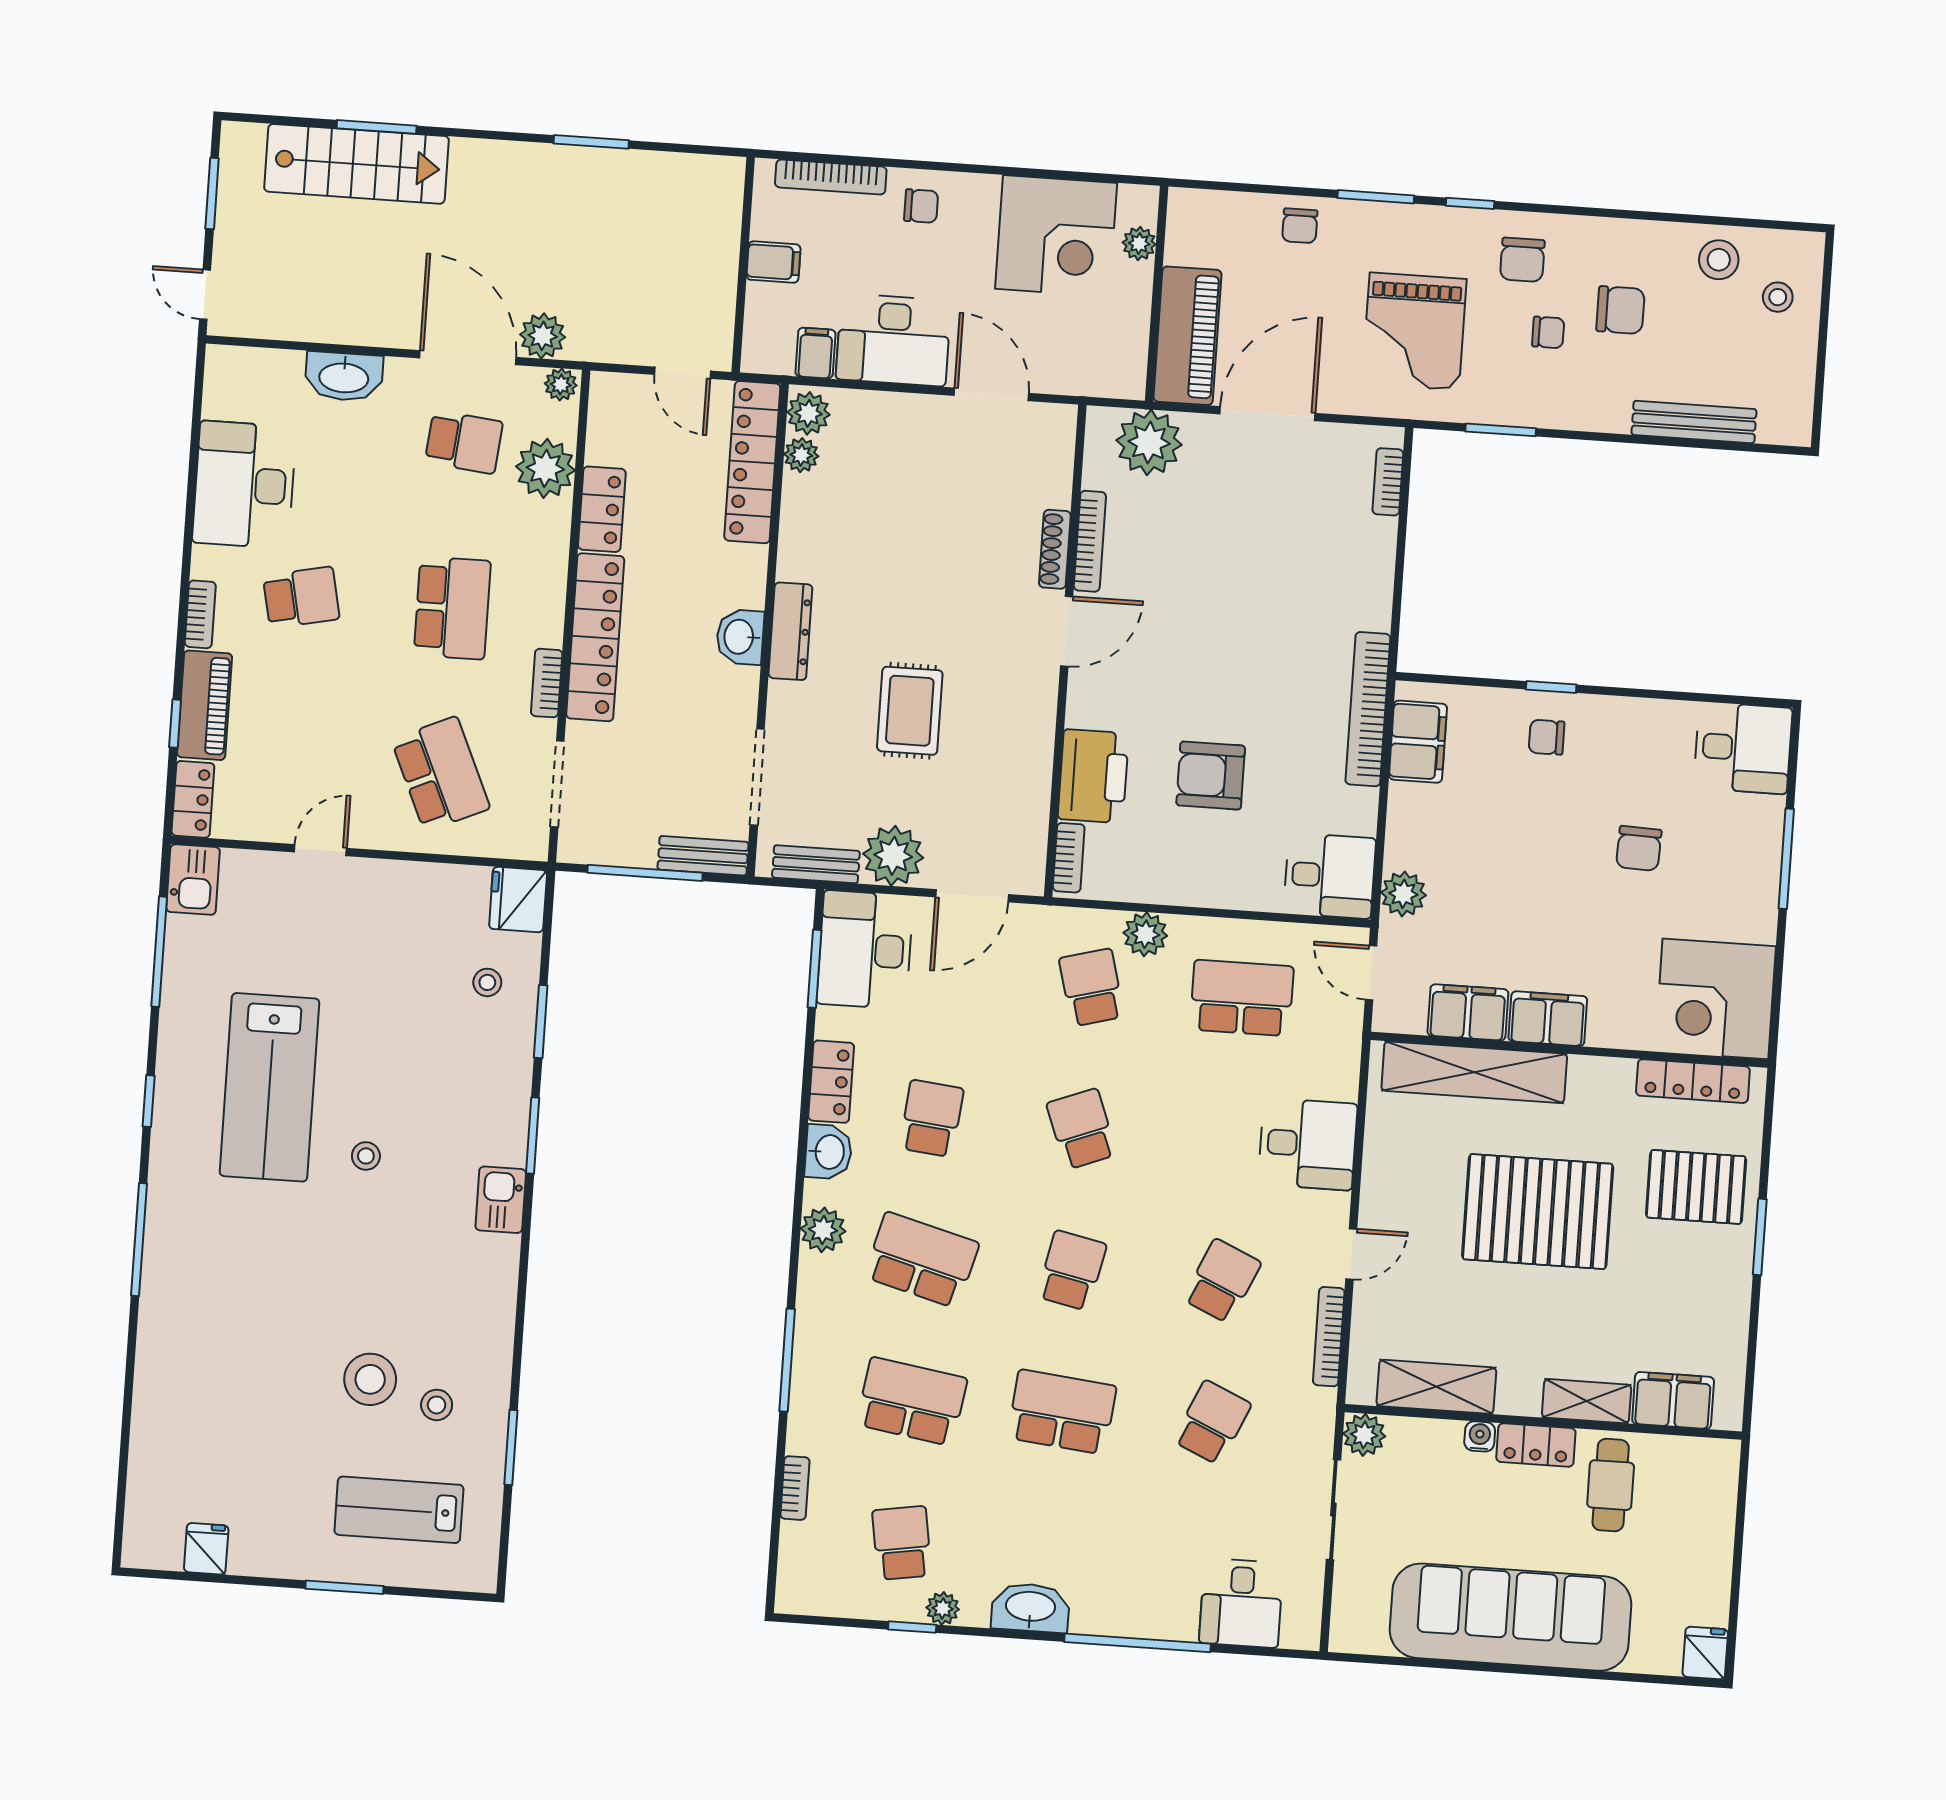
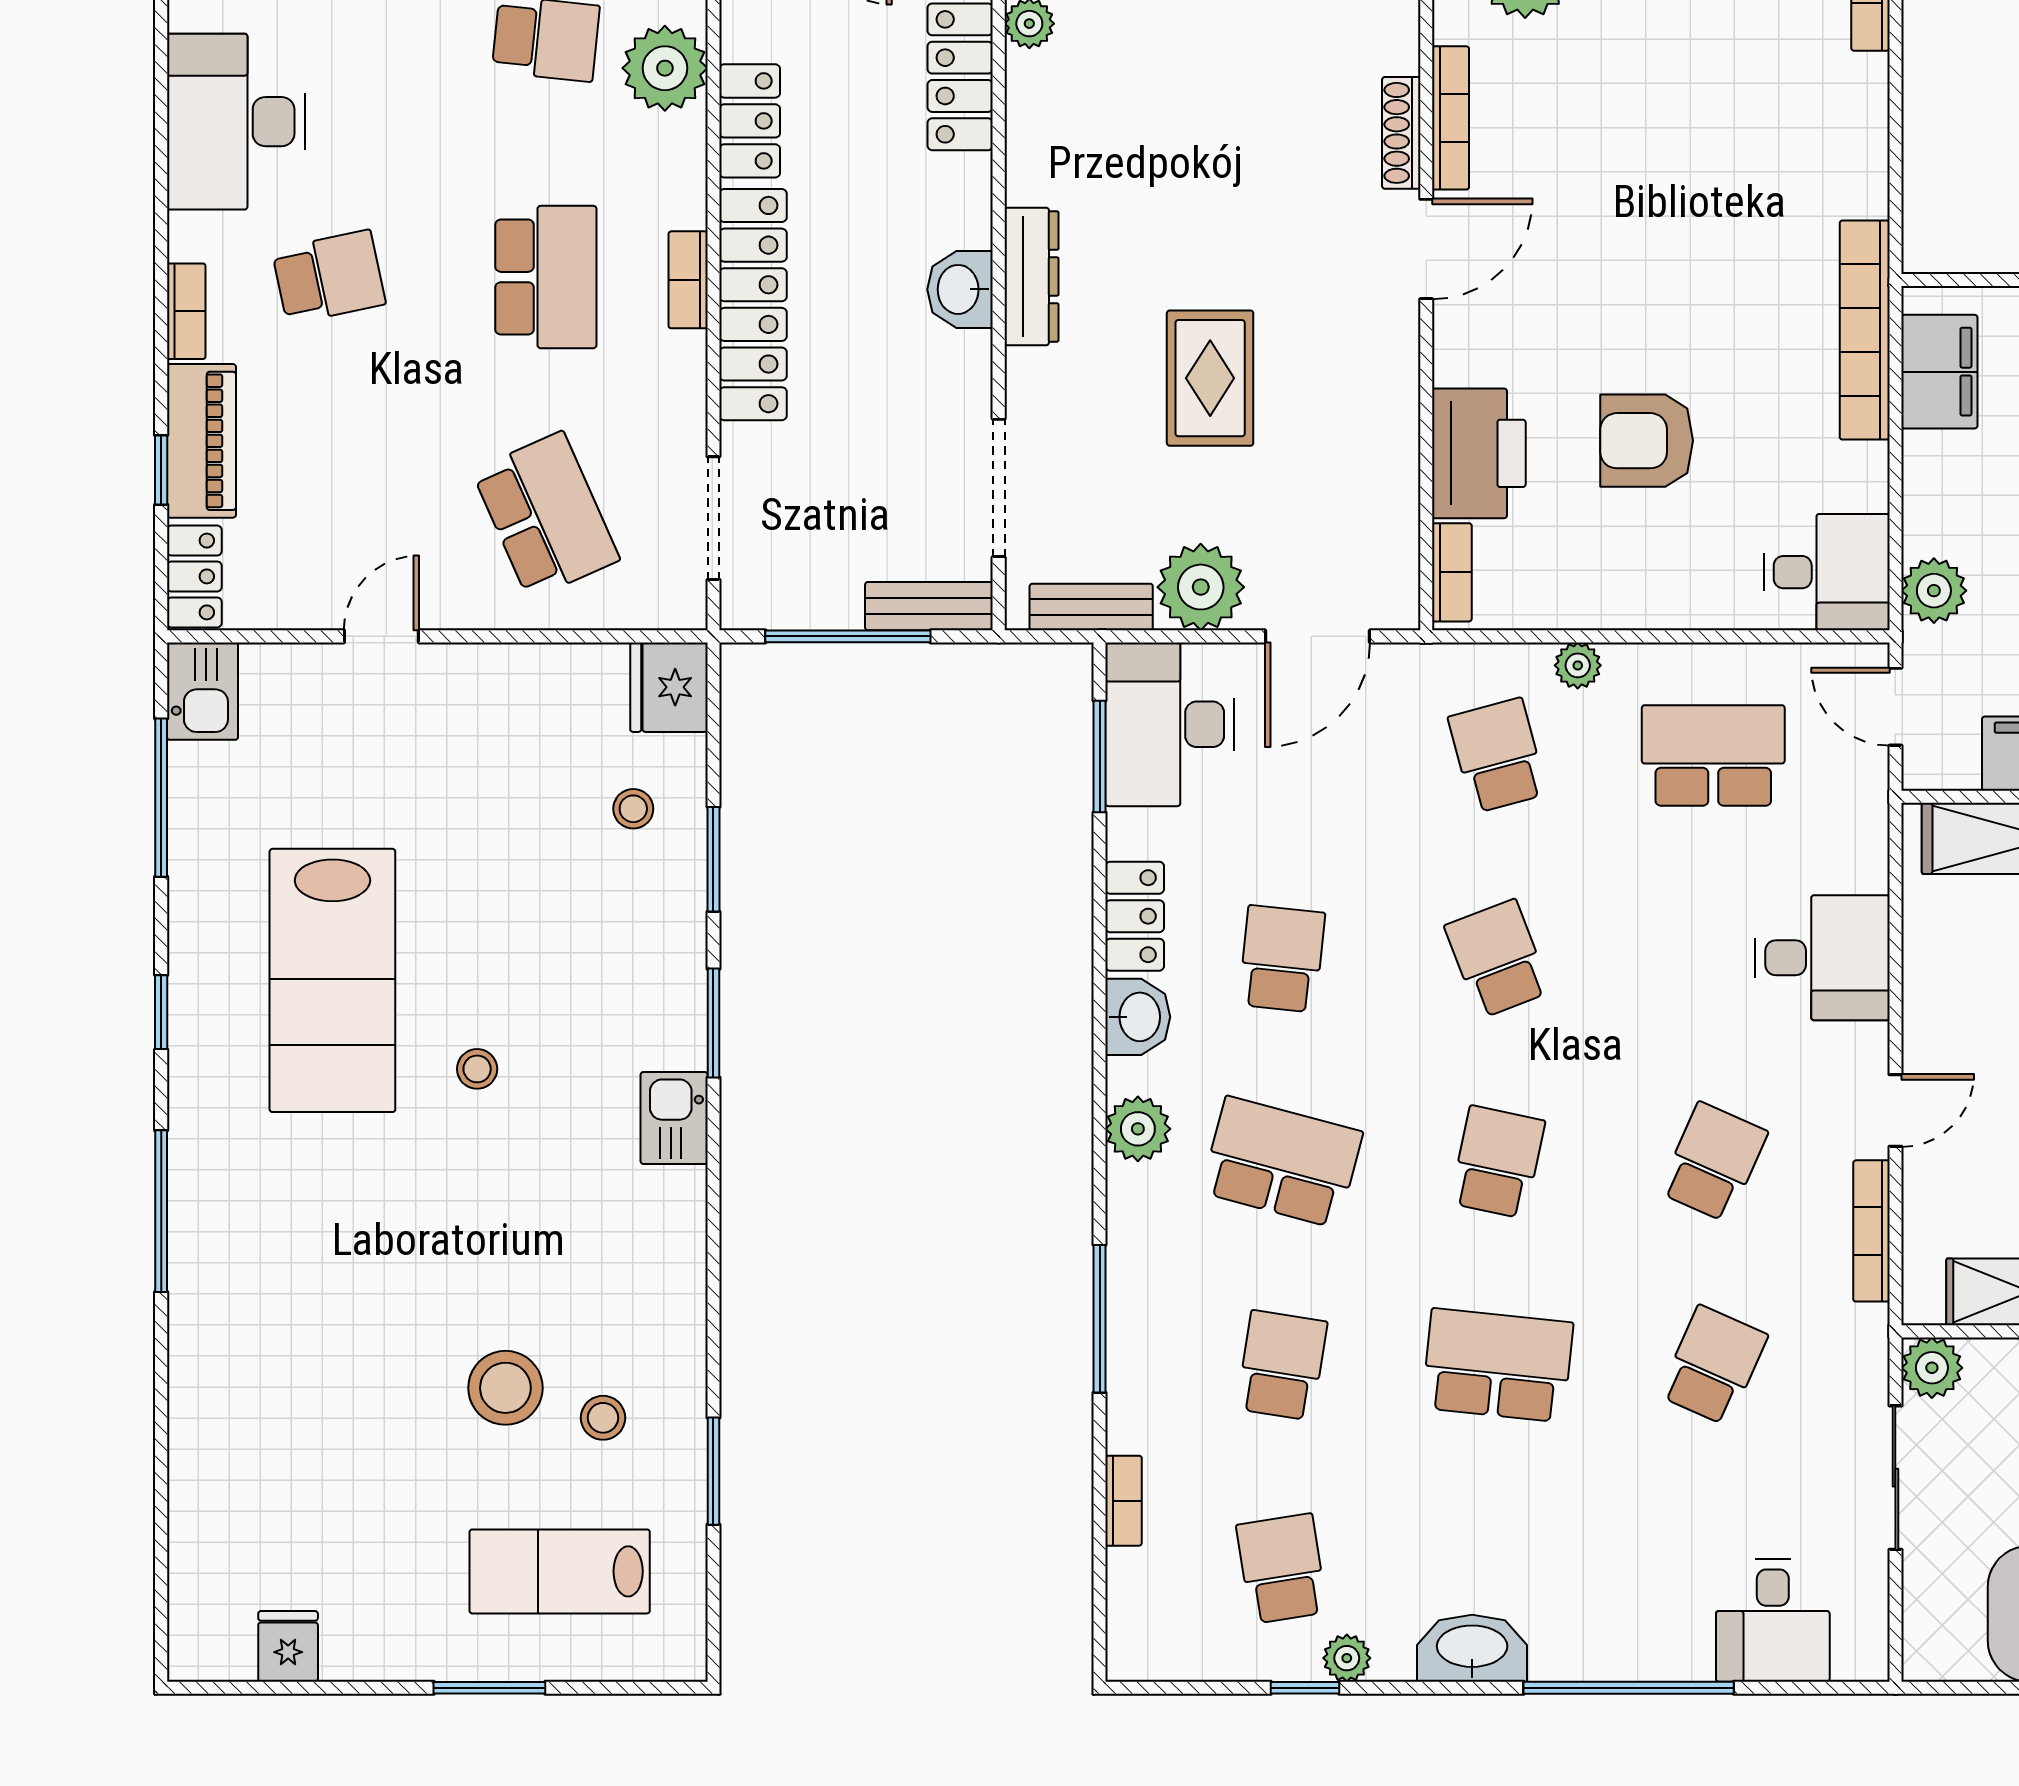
bookcase: (547, 683) -> (688, 280), moved
plant: (1145, 934) -> (1578, 665), width x0.73, depth x0.73
school desk: (912, 1401) -> (1282, 1365), width x0.54

